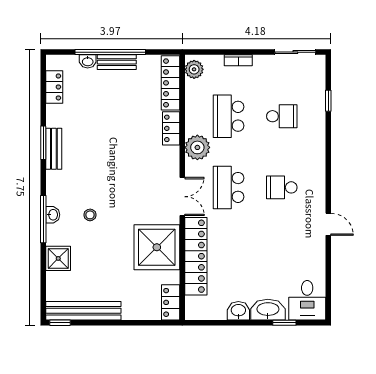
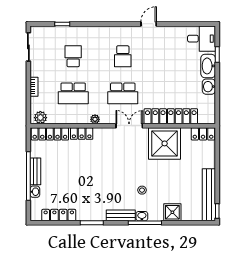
locker: (54, 87) -> (59, 215), width x1.53
plant: (197, 147) -> (95, 119), width x0.53, depth x0.53
bench: (54, 149) -> (121, 215), moved

